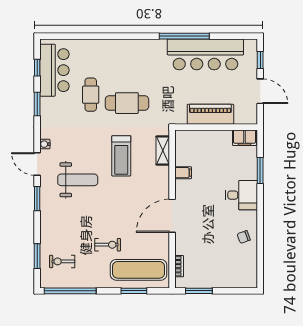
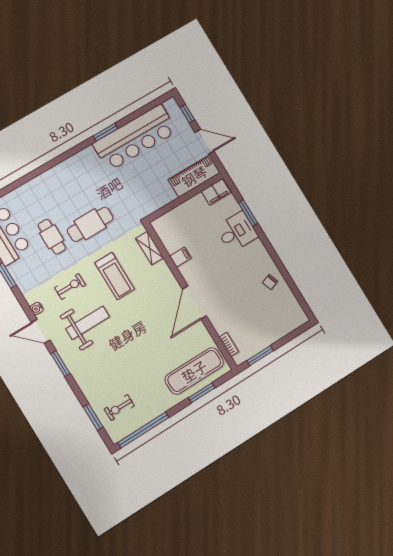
window: (184, 36) -> (106, 132), width x0.47
piano: (210, 114) -> (194, 176), moved
desk: (241, 195) -> (237, 232), moved
exercise bike: (108, 245) -> (70, 286), moved

